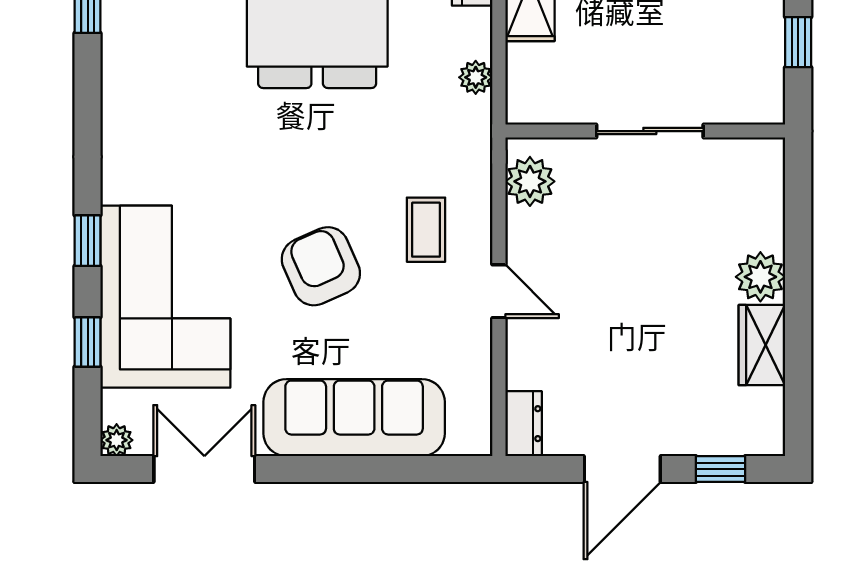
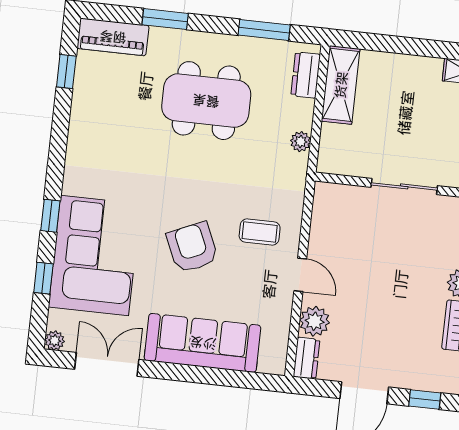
plant: (530, 181) -> (315, 321), moved
coffee table: (426, 230) -> (260, 232), turned 90

